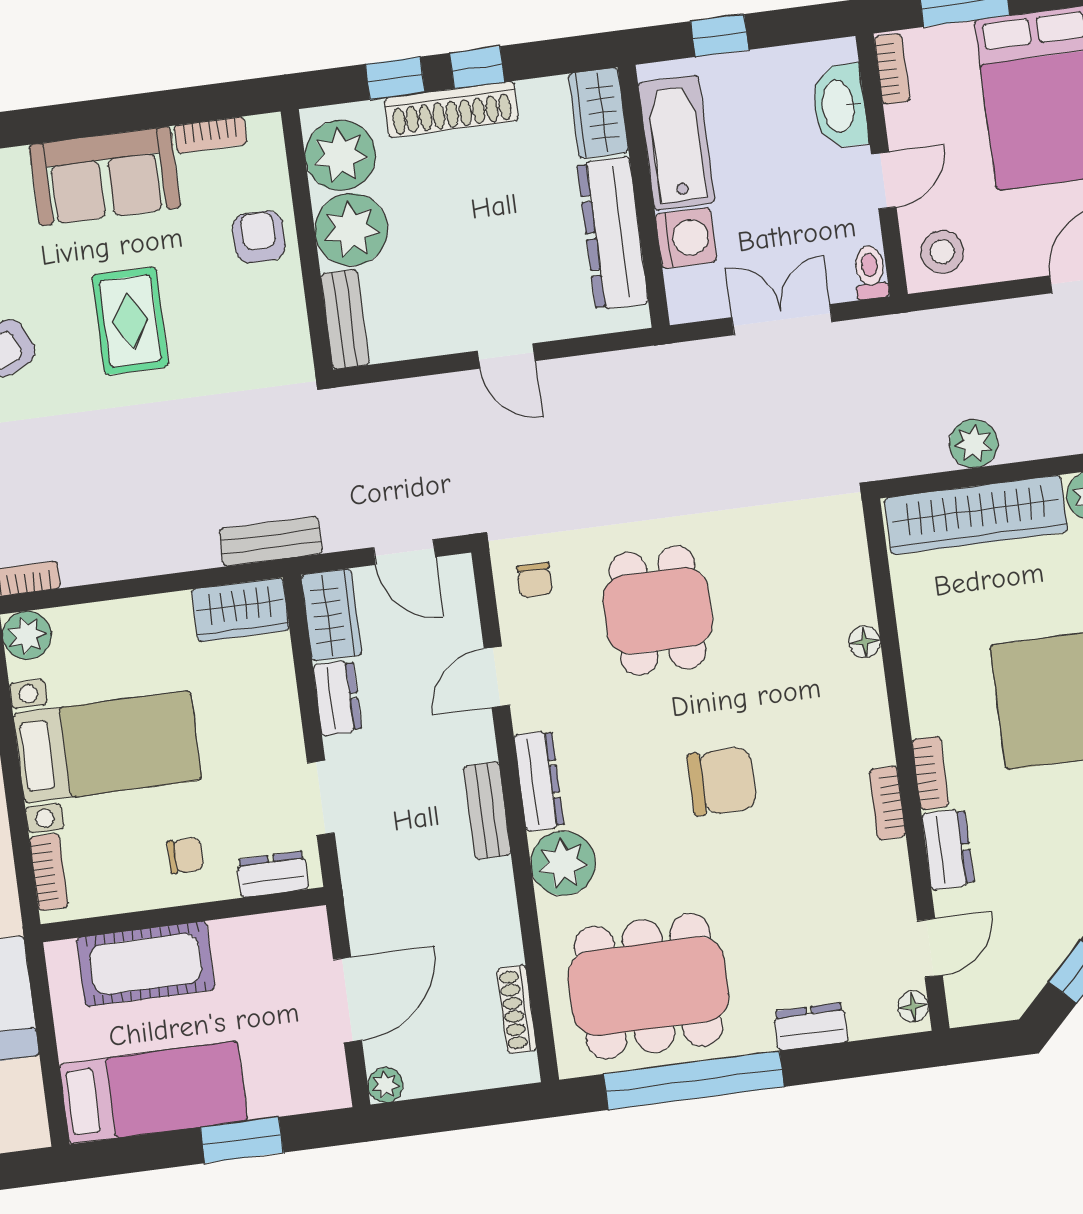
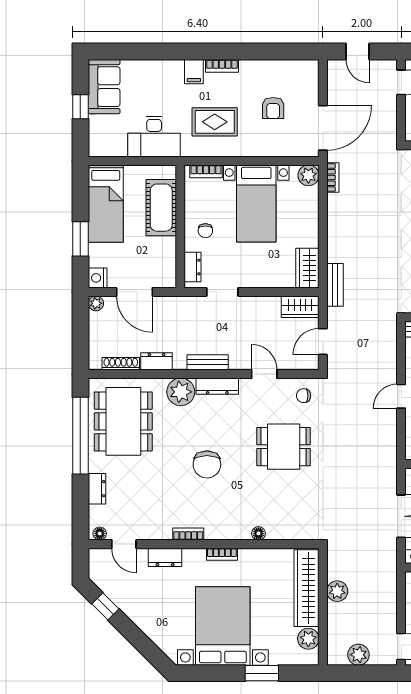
dresser: (337, 698) -> (157, 361), moved, turned 180
bookcase: (930, 773) -> (222, 554), moved
nightstand: (327, 1089) -> (98, 278), added

